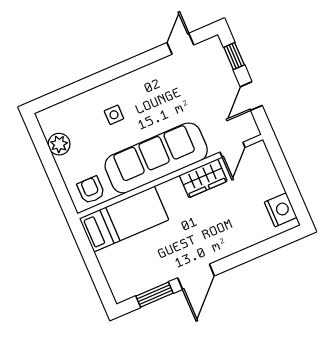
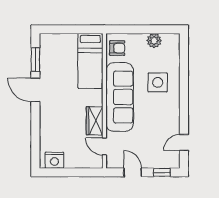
door: (180, 44) -> (184, 142), swing flipped
side table: (114, 115) -> (158, 82), width x1.87, depth x1.87

